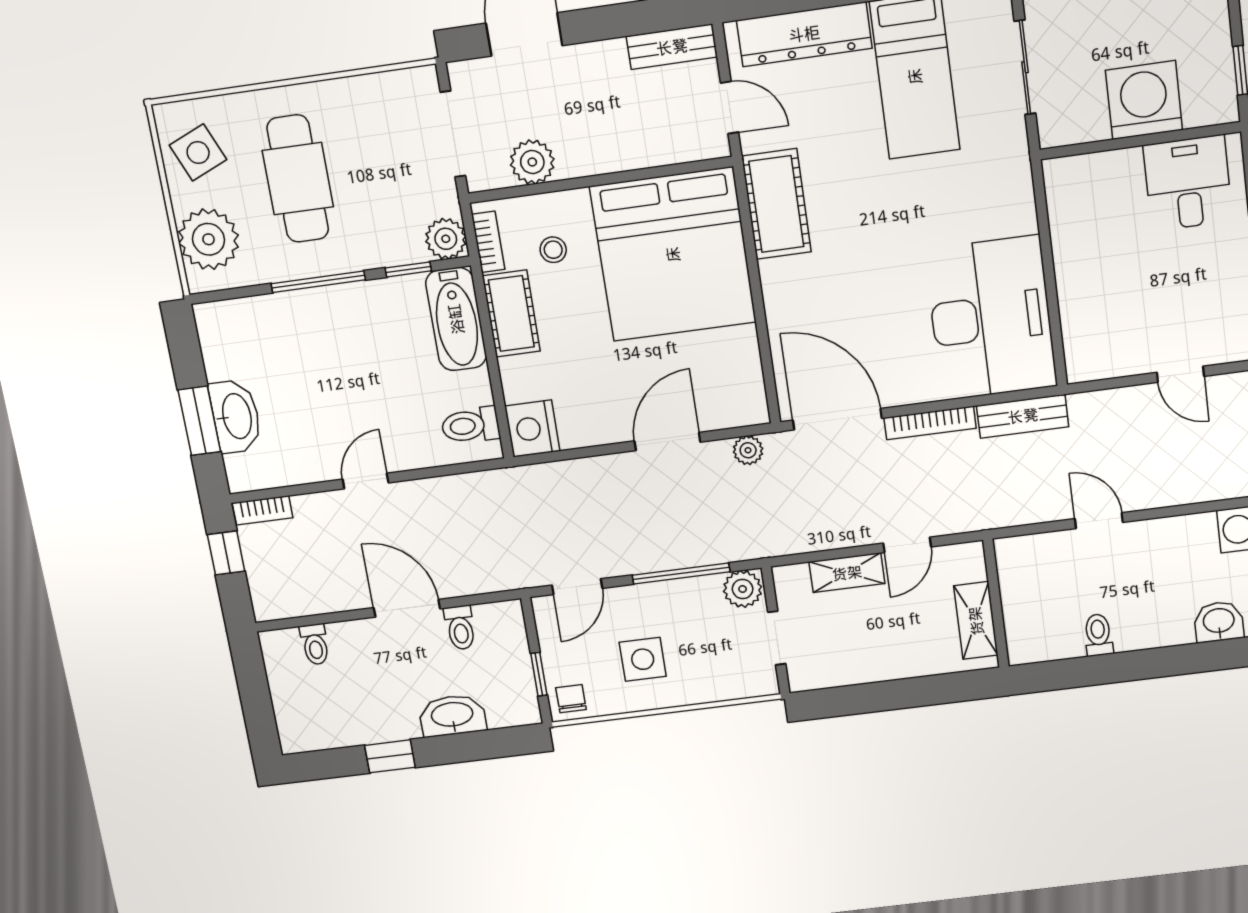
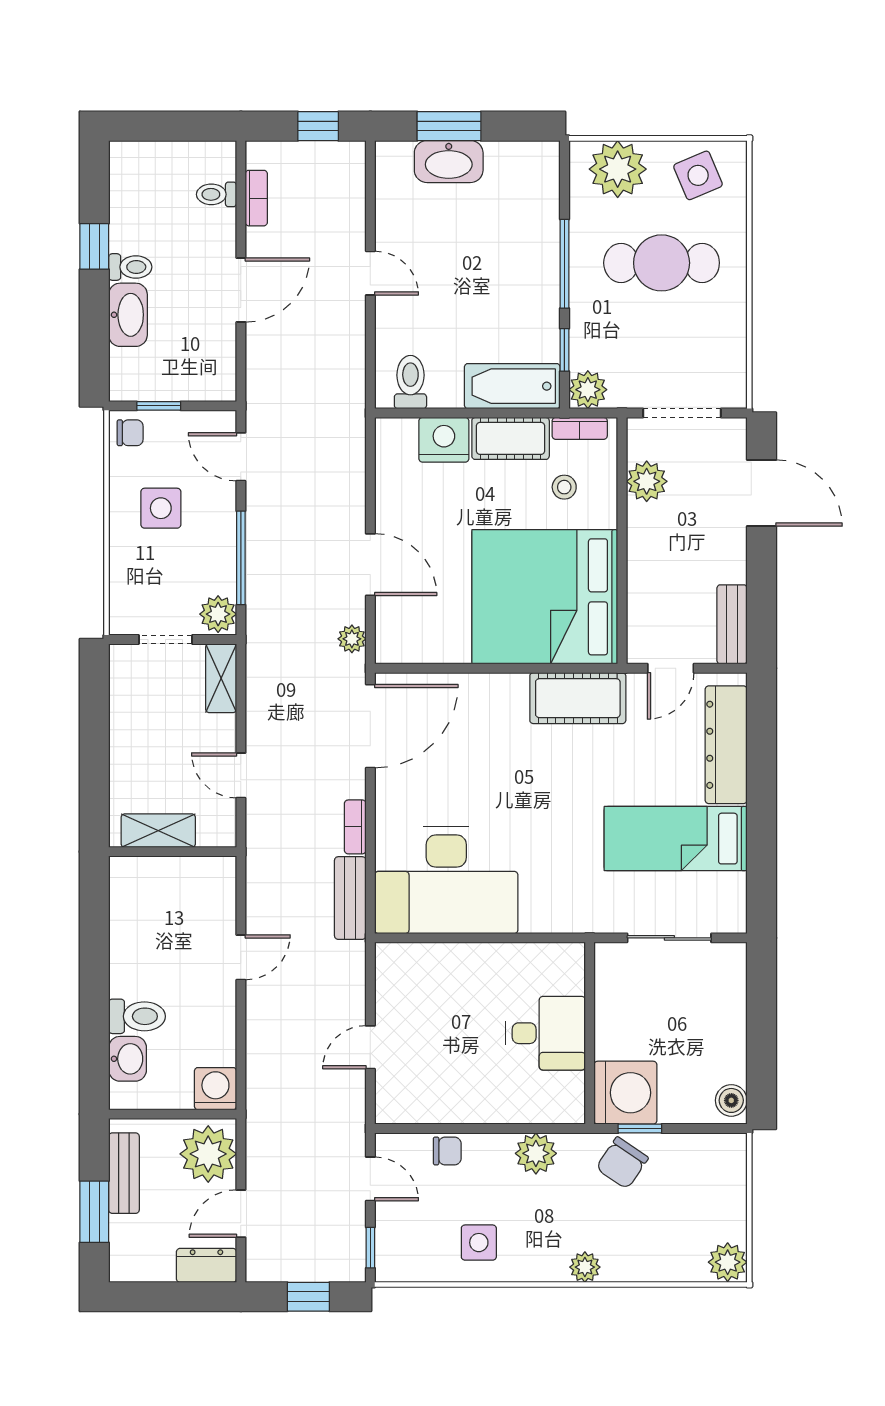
washing machine: (1144, 100) -> (625, 1093), moved
desk: (1188, 183) -> (546, 1033), moved
bookcase: (930, 423) -> (355, 827), width x0.64
nightstand: (532, 429) -> (444, 440), moved
bookcase: (263, 510) -> (256, 198), moved, turned 180
shelving: (847, 573) -> (221, 678), moved
toilet: (460, 628) -> (130, 267), moved, turned 180
toilet: (1098, 635) -> (137, 1016), moved, width x1.37, depth x1.39

